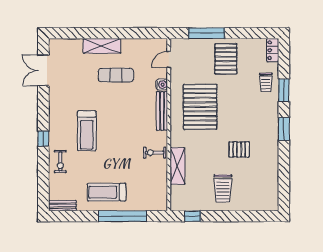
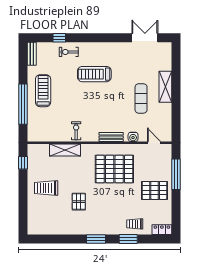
bench: (162, 111) -> (111, 137), width x0.73
window: (43, 139) -> (59, 38), moved

